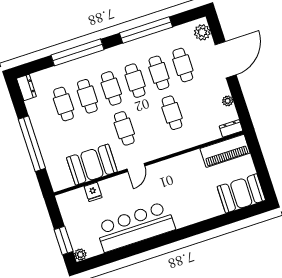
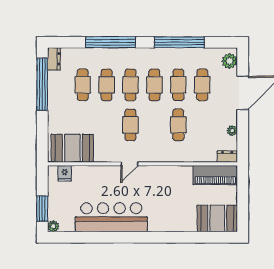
window: (32, 144) -> (42, 84), moved
booth: (92, 165) -> (72, 148), moved
fridge: (93, 192) -> (65, 173), moved

